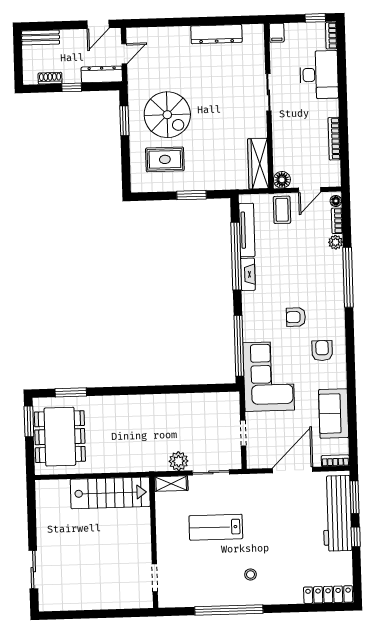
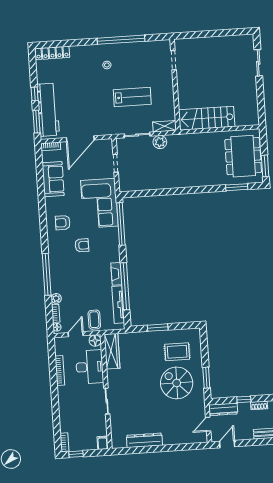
desk: (319, 75) -> (90, 367), moved, turned 180
armchair: (322, 351) -> (63, 223), turned 90

